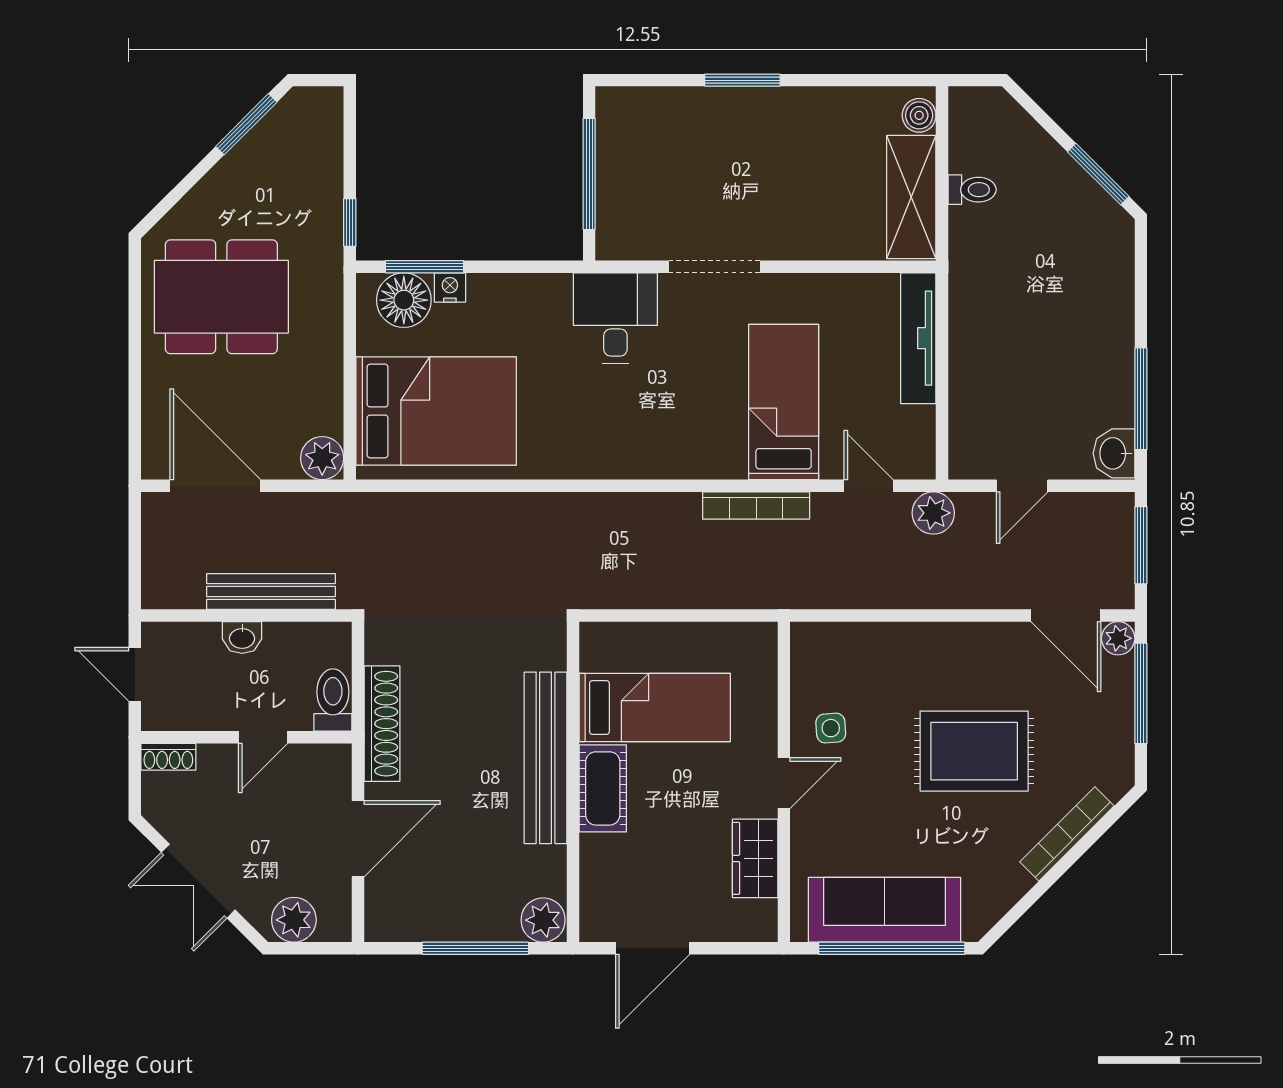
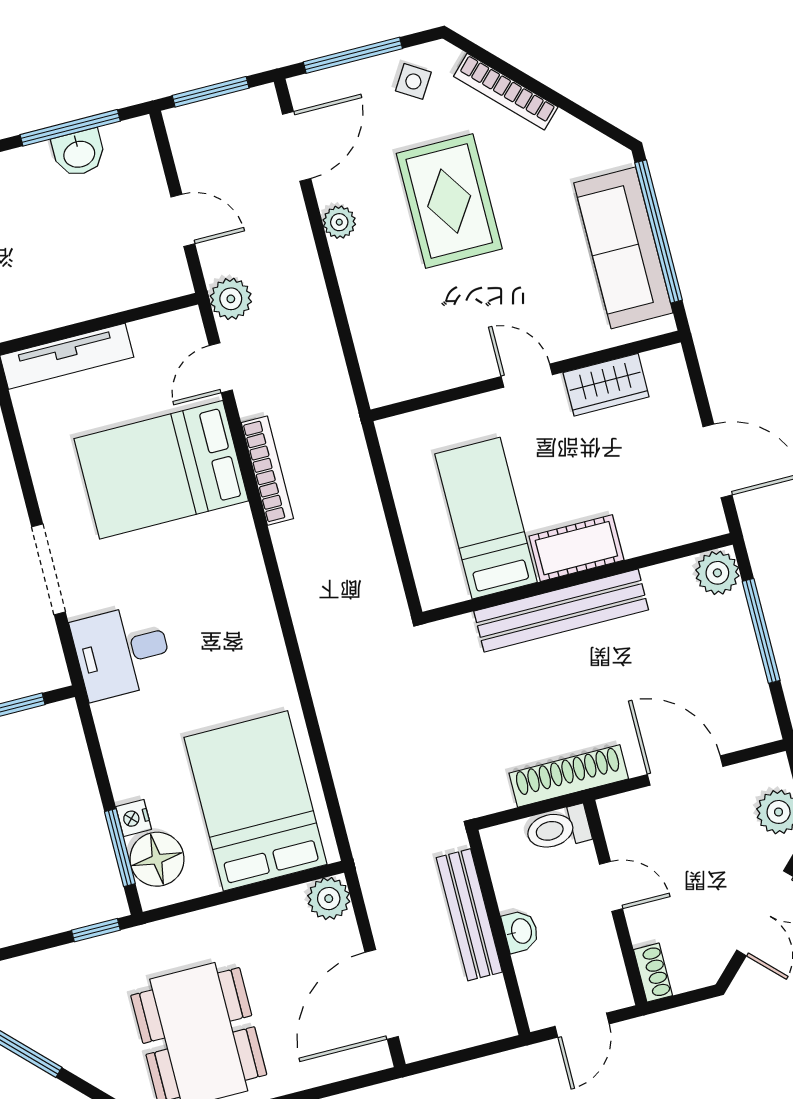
bed: (784, 402) -> (161, 470), width x1.50
washbasin: (1114, 453) -> (79, 153), moved
plant: (1118, 638) -> (339, 222), moved
side table: (831, 728) -> (413, 81), moved, turned 36

